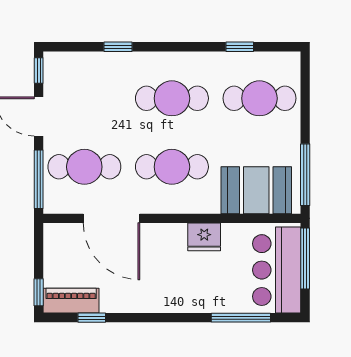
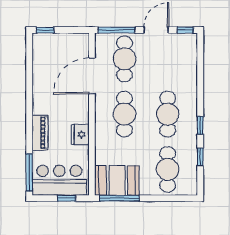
window: (118, 47) -> (200, 125), moved
booth: (256, 190) -> (117, 180), moved, turned 90
window: (305, 258) -> (67, 198), width x0.46
piano: (71, 301) -> (40, 133), moved
window: (92, 318) -> (29, 64), removed
window: (241, 318) -> (29, 173), moved

